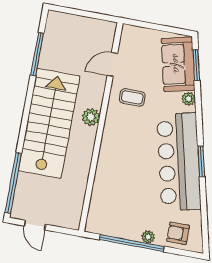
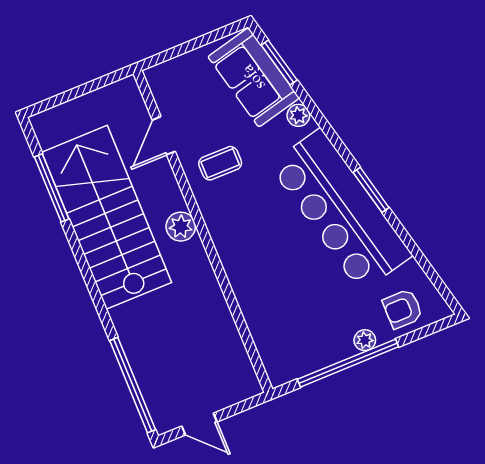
stairs: (49, 123) -> (107, 217), moved

